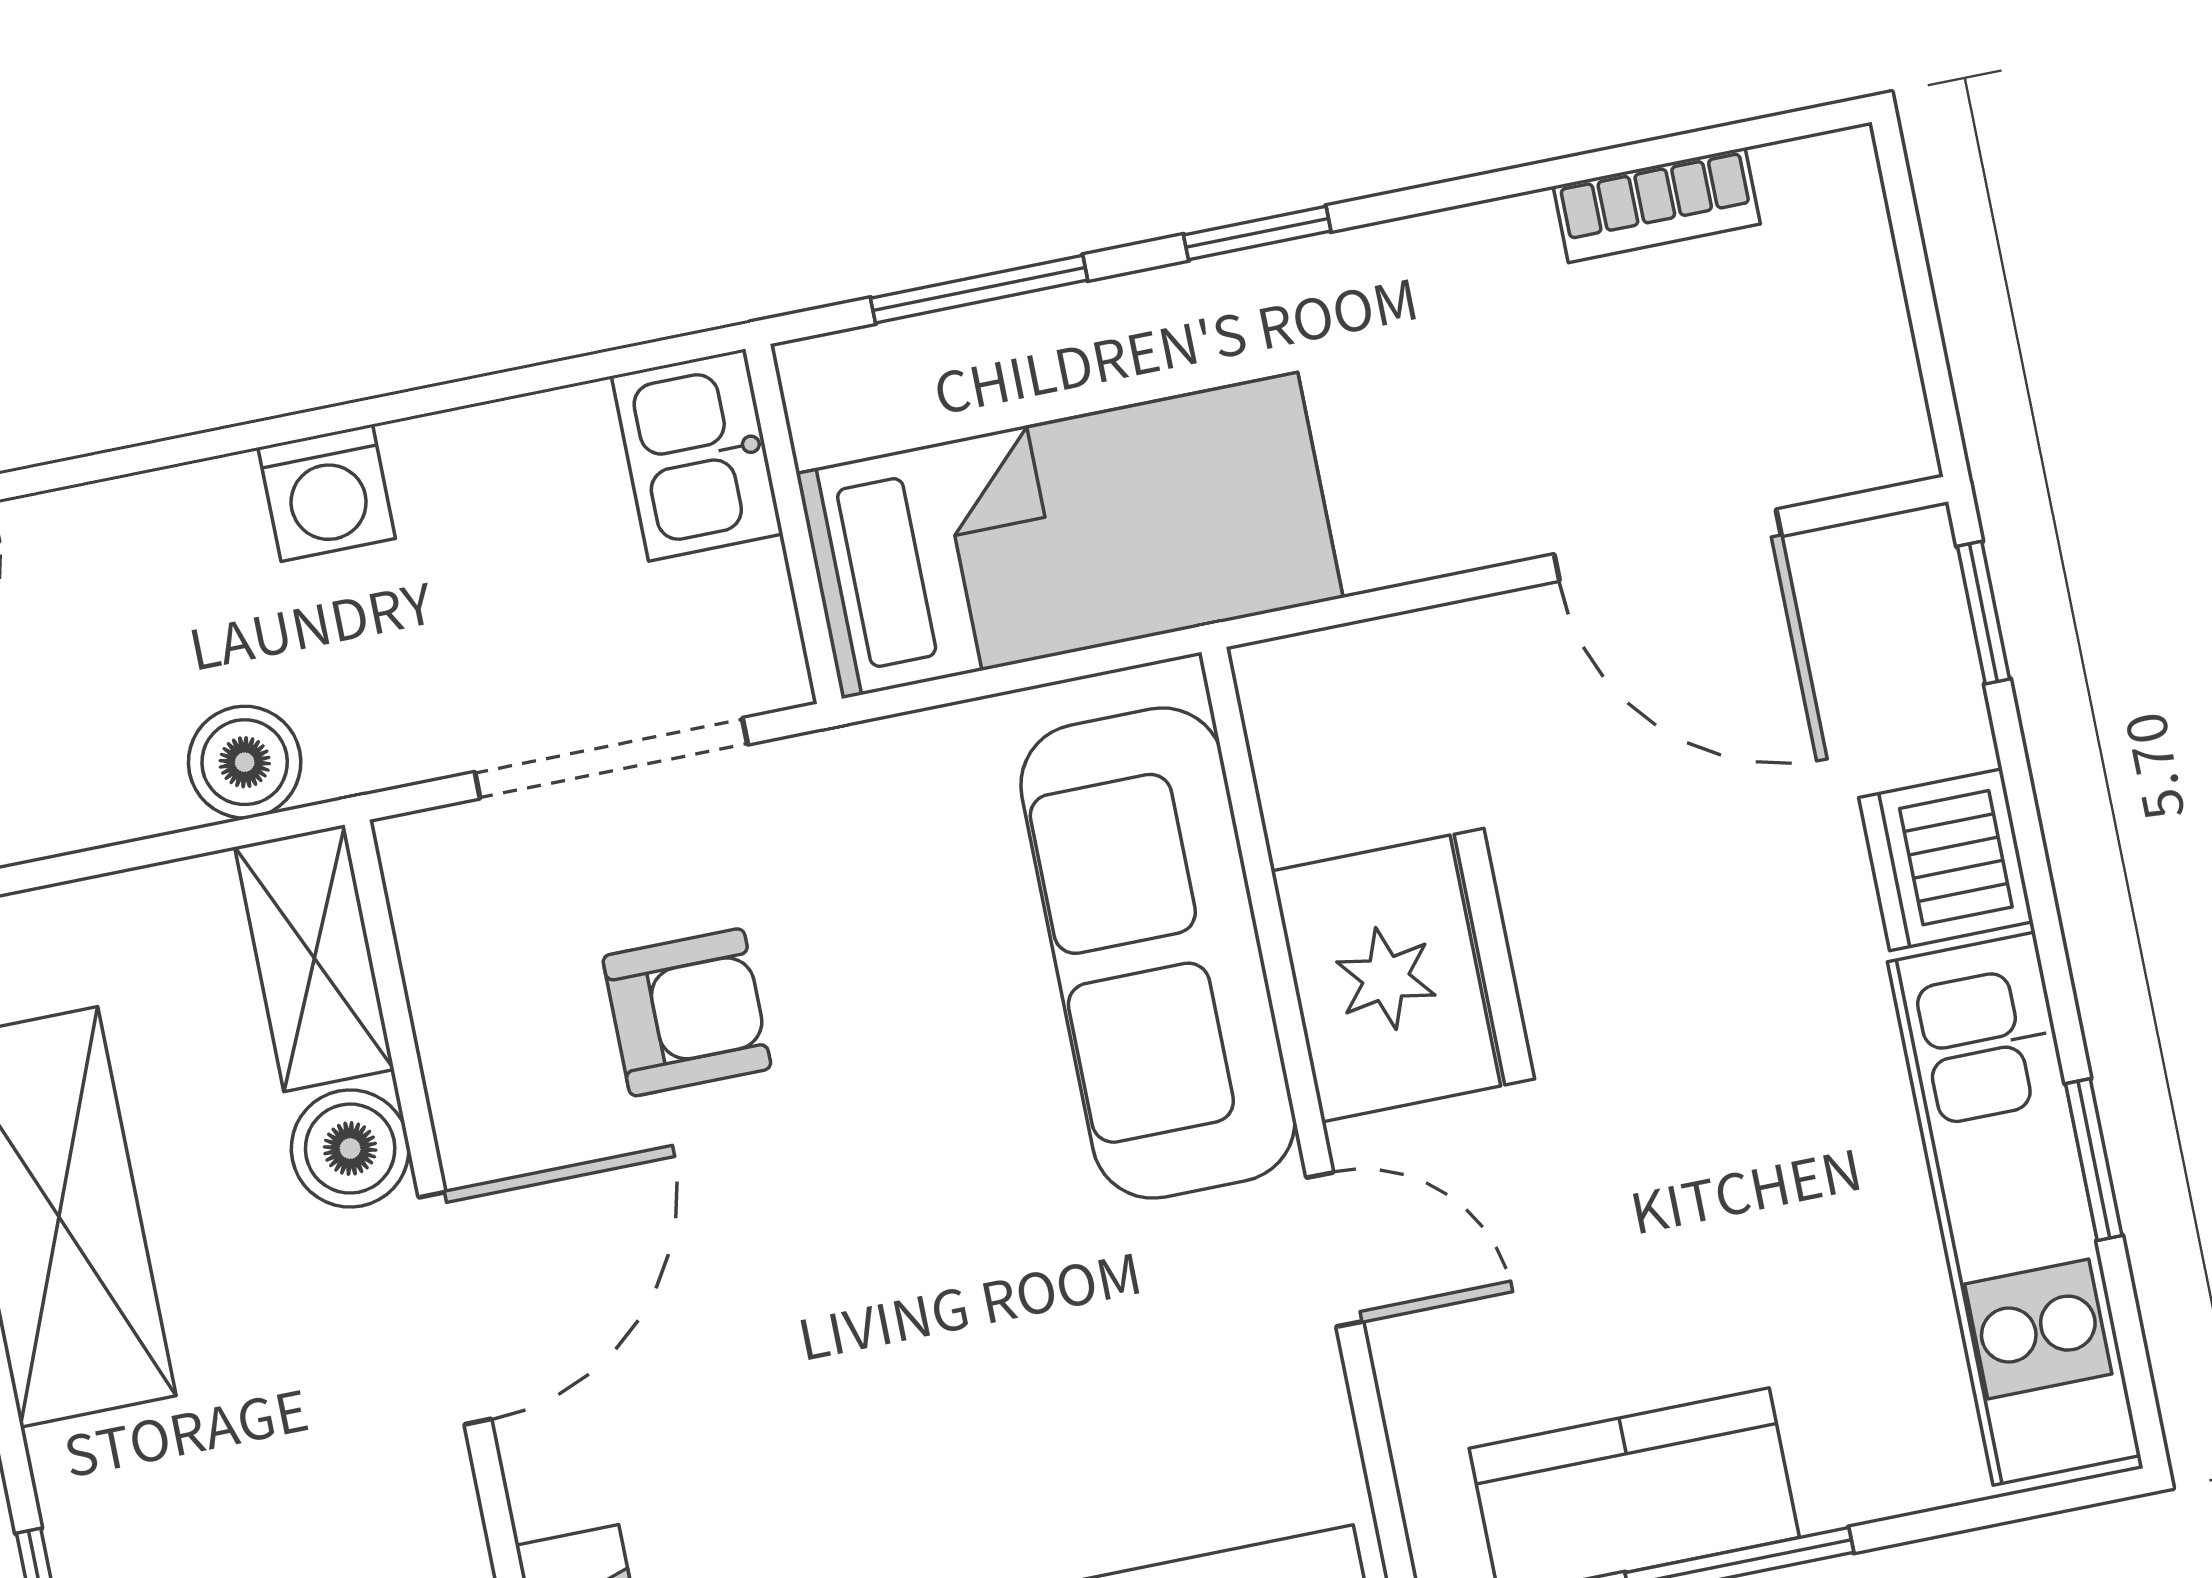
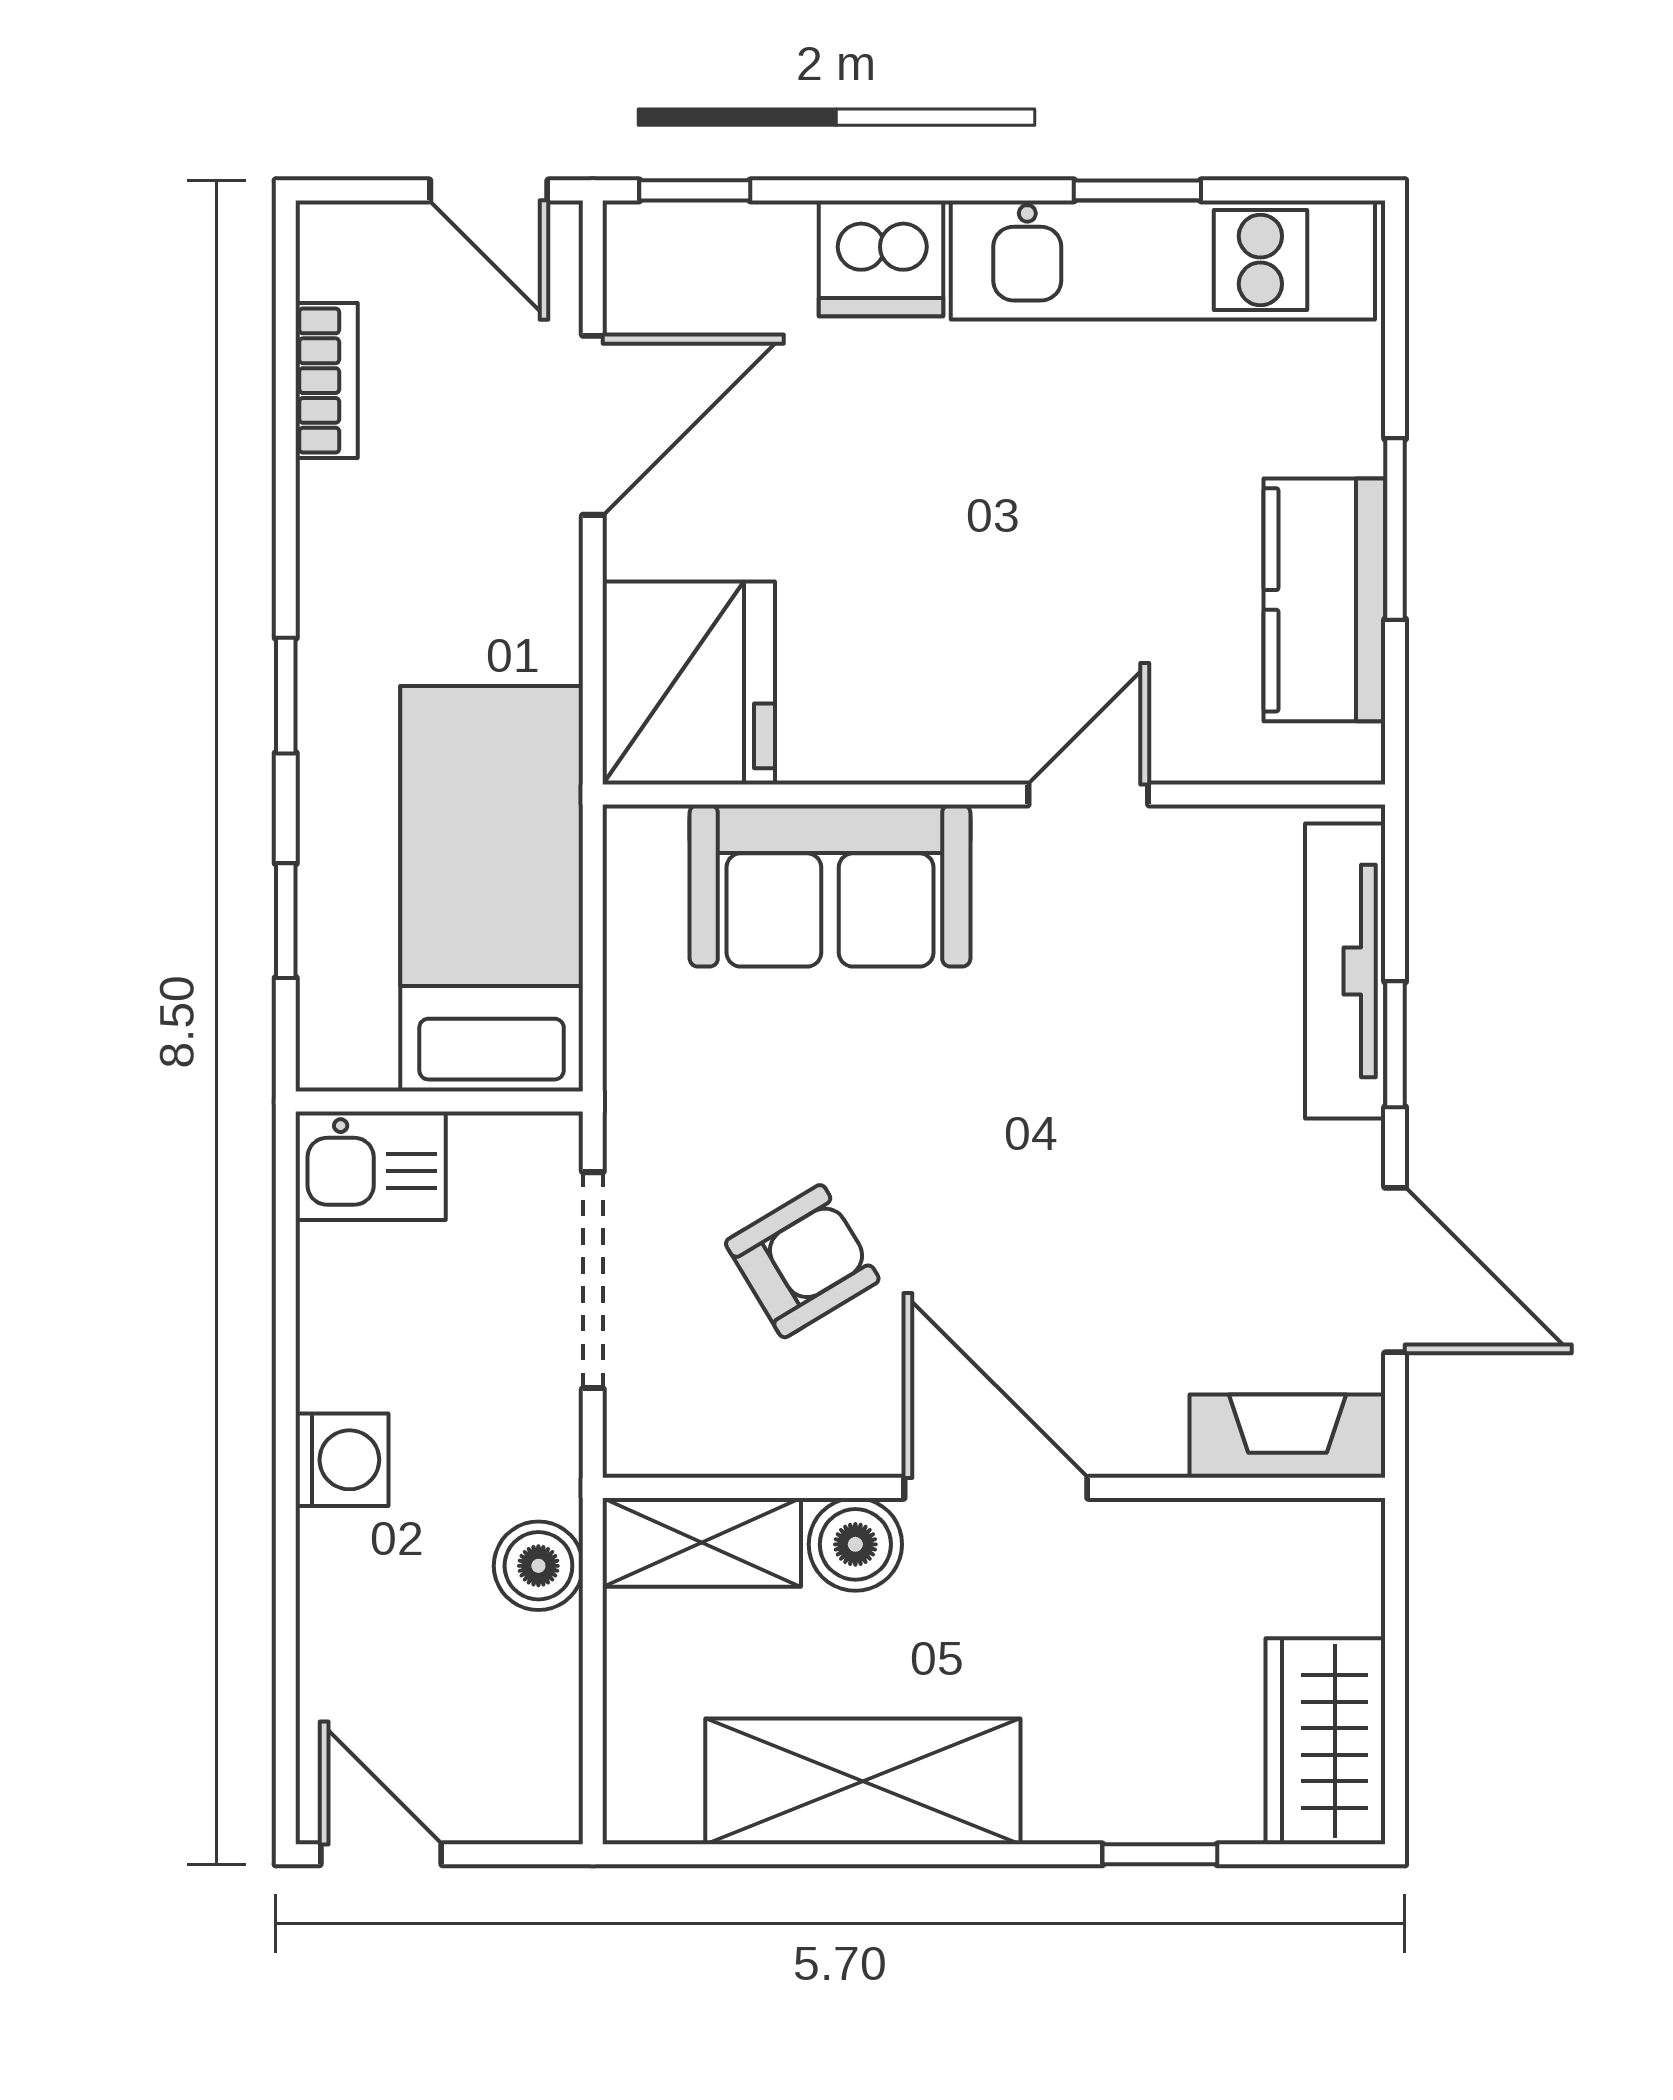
window: (979, 289) -> (286, 921), width x0.67
door: (1932, 358) -> (489, 190), added
sofa: (1158, 953) -> (830, 886), width x0.73
fridge: (1403, 975) -> (689, 683), moved, turned 90
armchair: (687, 1012) -> (802, 1261), turned 59

